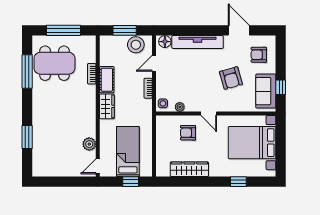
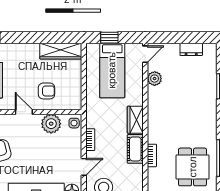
dining table: (54, 63) -> (193, 167), width x0.73
plant: (180, 107) -> (51, 124), width x1.88, depth x1.88
wardrobe: (189, 169) -> (61, 51), moved
dresser: (56, 171) -> (191, 49), added

